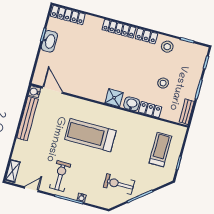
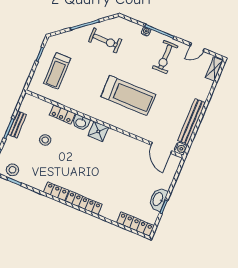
stool: (167, 47) -> (12, 170), moved
bench: (187, 112) -> (17, 124), moved

